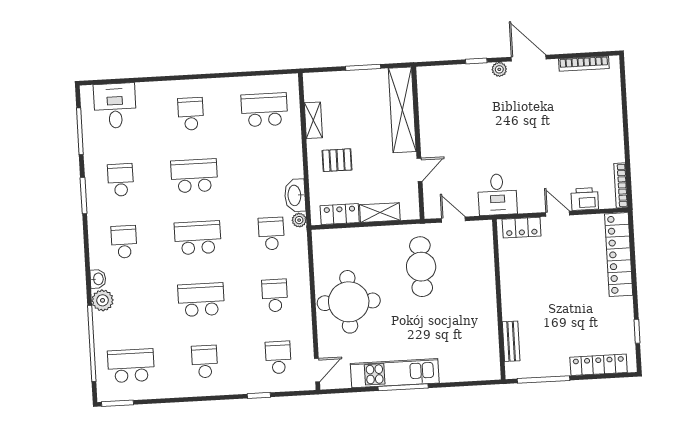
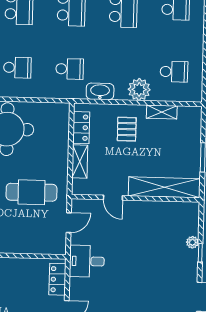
plant: (499, 69) -> (192, 242), moved
school desk: (264, 110) -> (174, 72), width x0.54
plant: (299, 220) -> (139, 89), moved, width x1.87, depth x1.87

